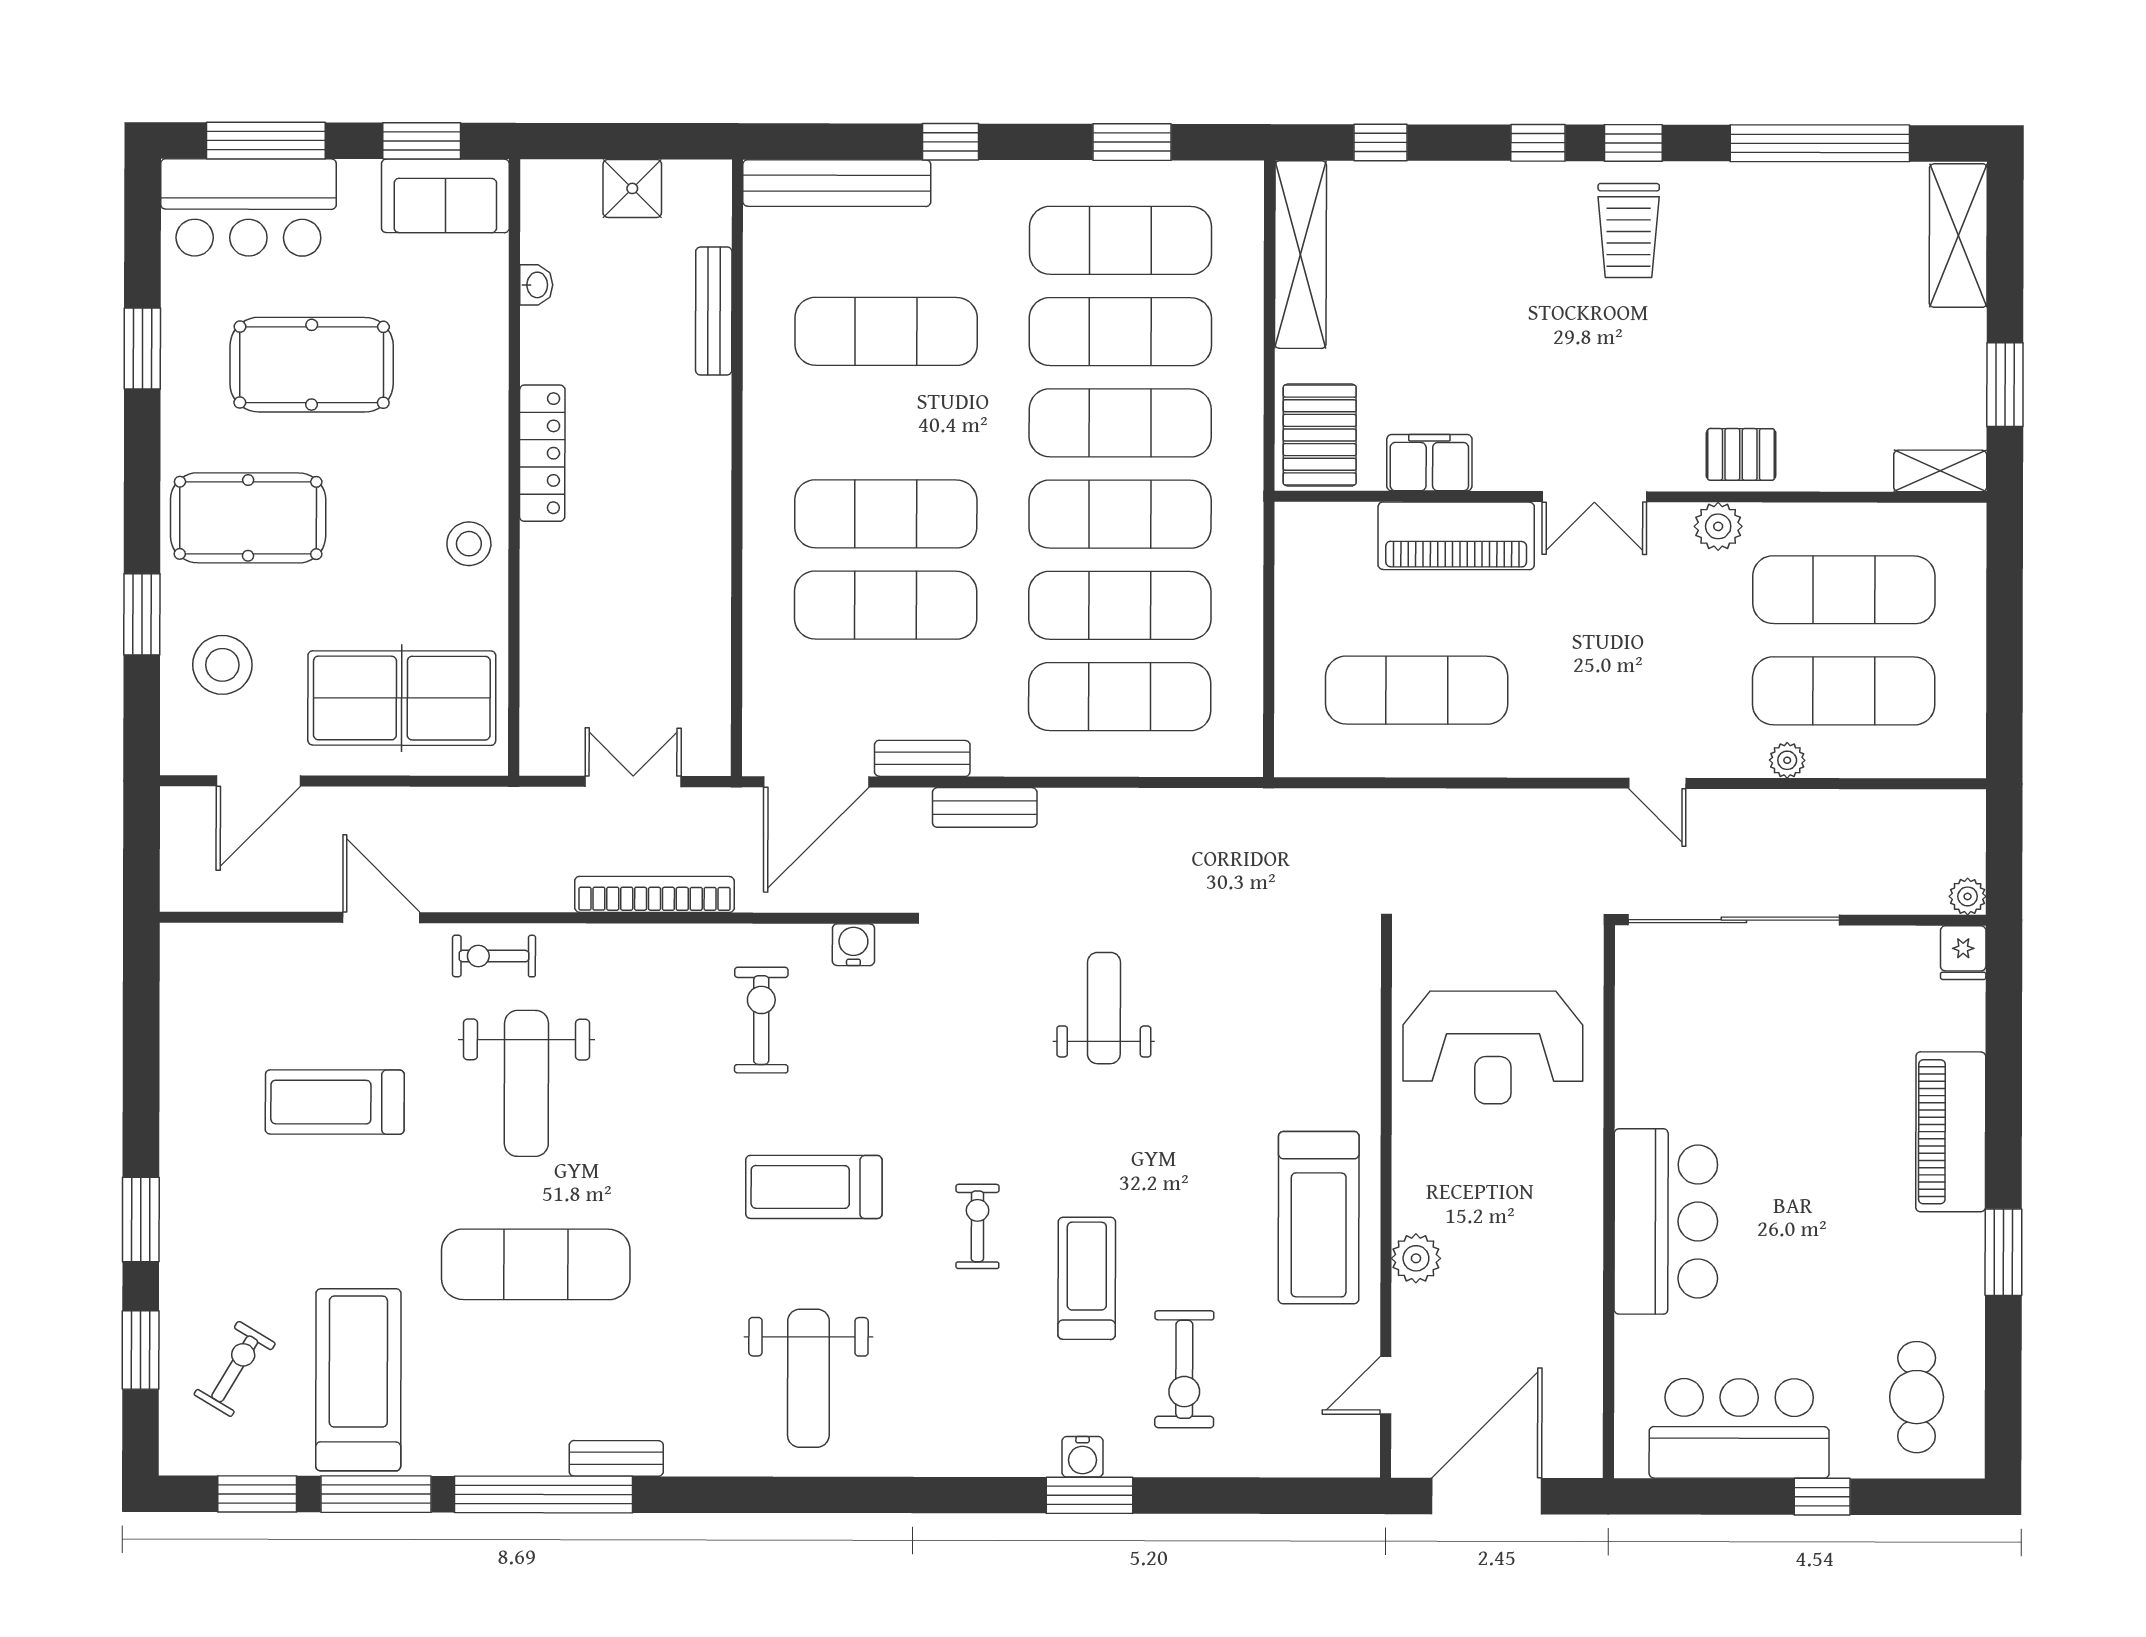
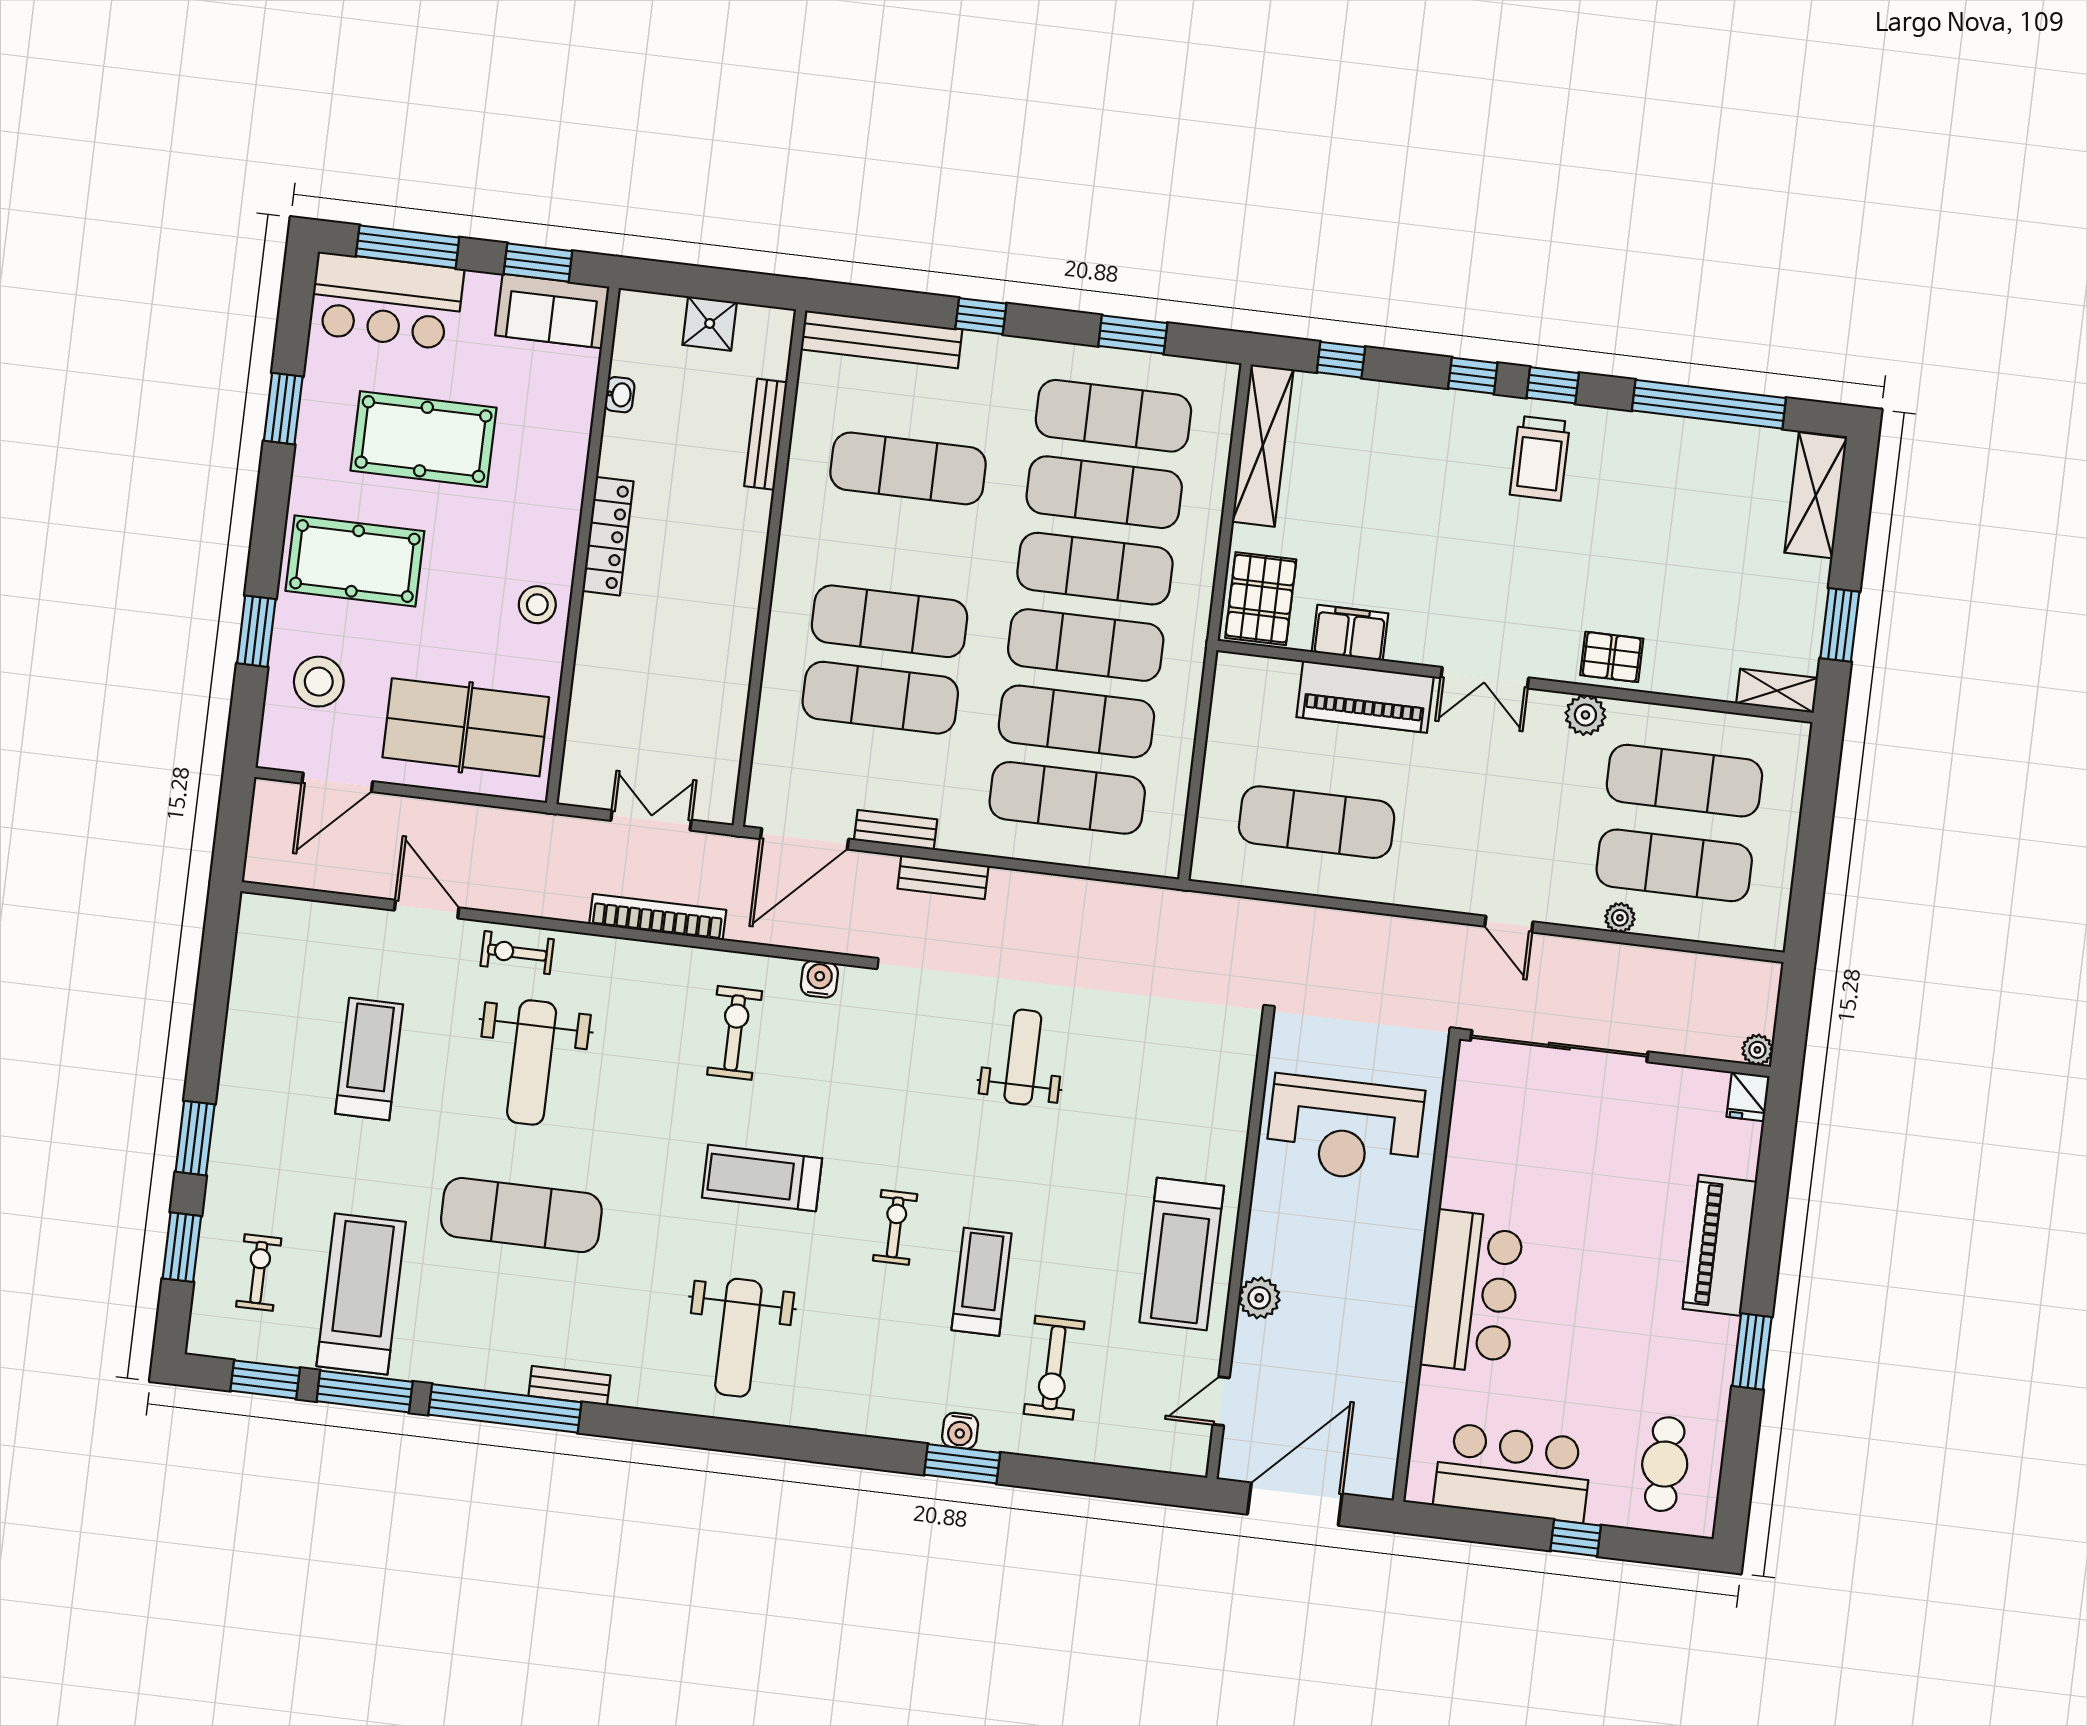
treadmill: (335, 1102) -> (369, 1059), turned 90
exercise bike: (235, 1369) -> (259, 1273), turned -31

